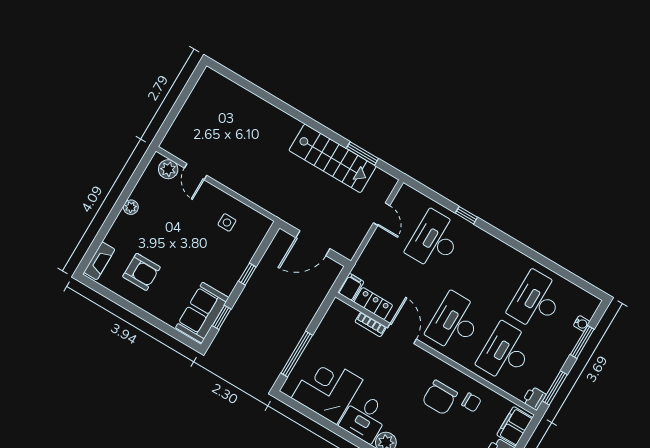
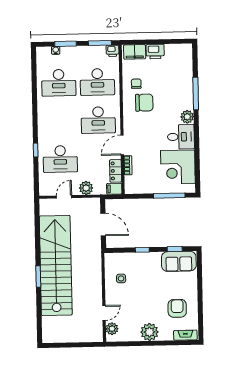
window: (362, 153) -> (38, 276), moved
stairs: (333, 158) -> (56, 265), width x1.86, depth x1.51
plant: (131, 207) -> (149, 332), width x1.87, depth x1.87
plant: (375, 251) -> (86, 188), added

